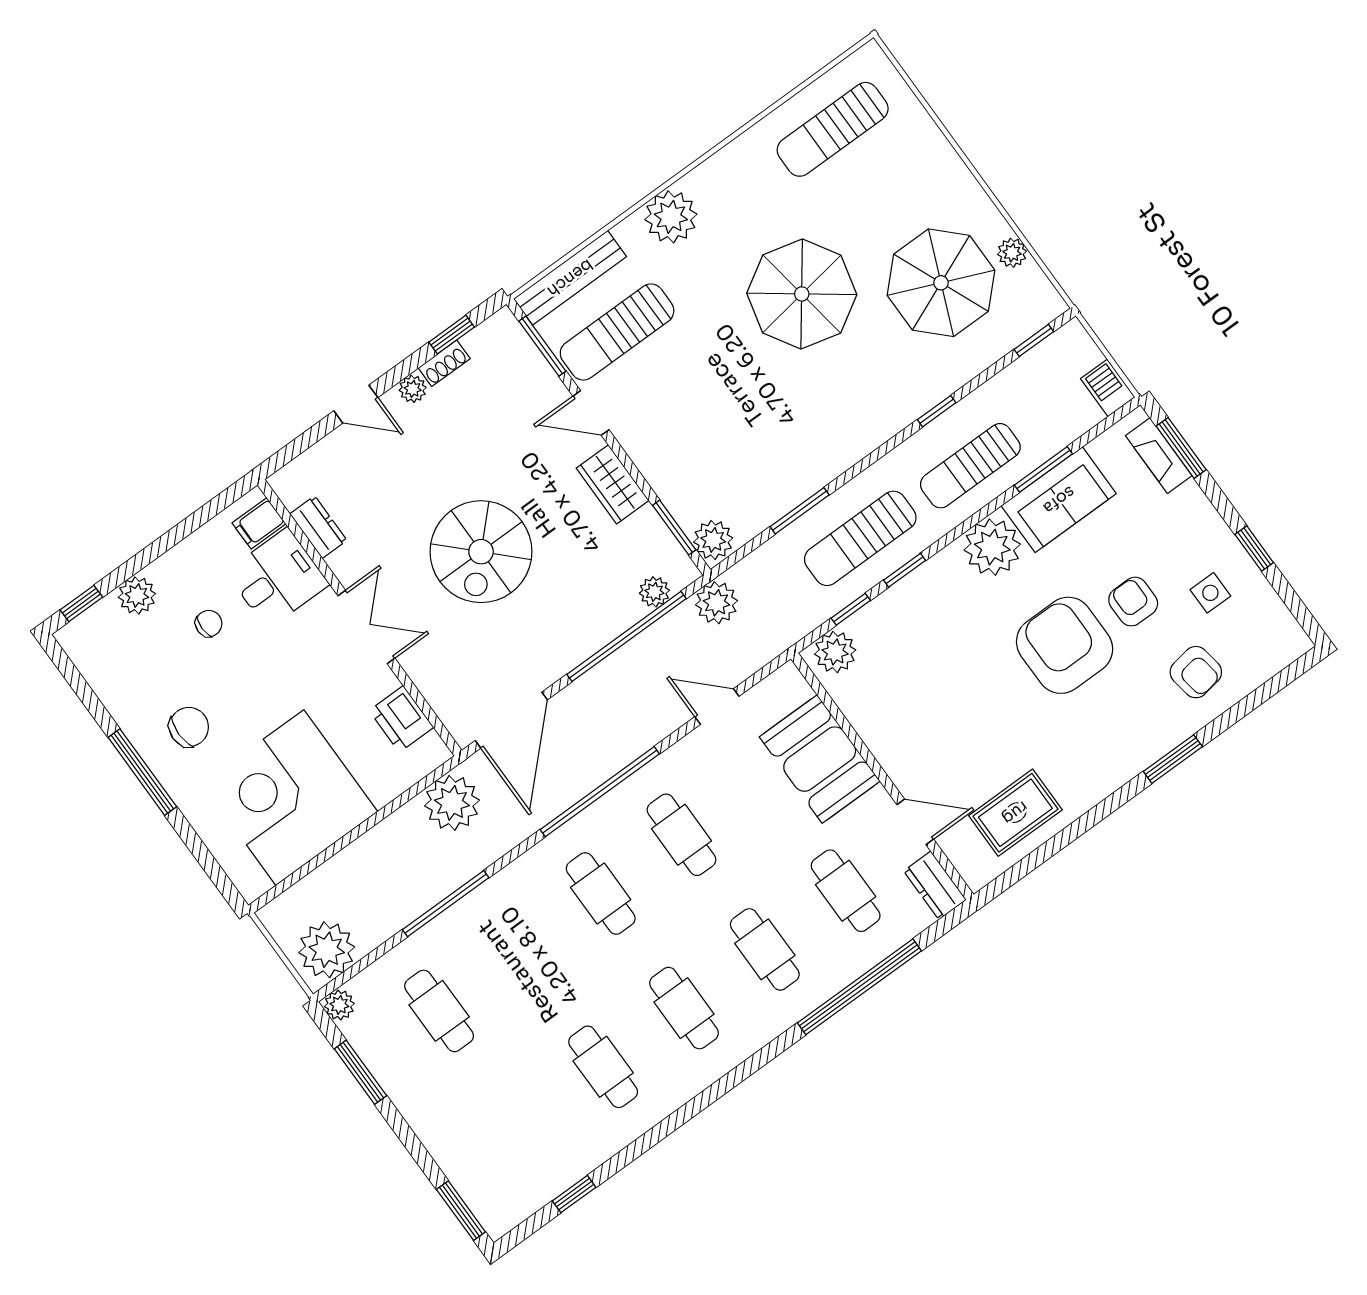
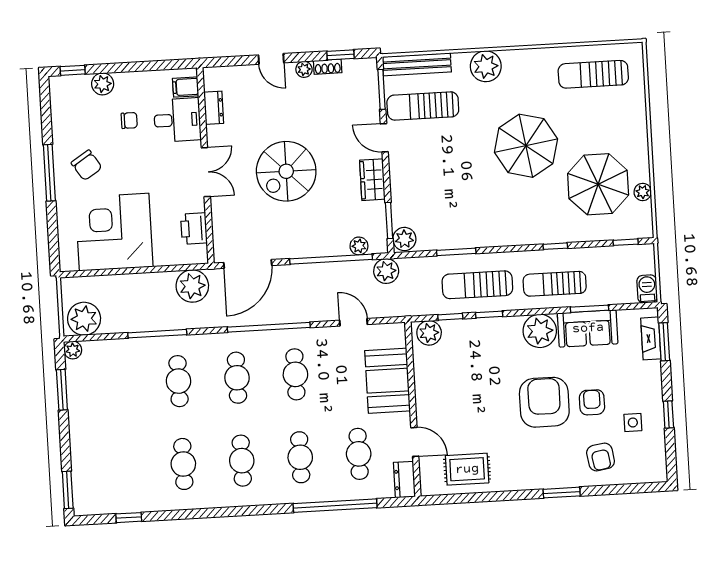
chair: (189, 727) -> (87, 165), turned 57
cafe table: (439, 1011) -> (179, 381), moved

